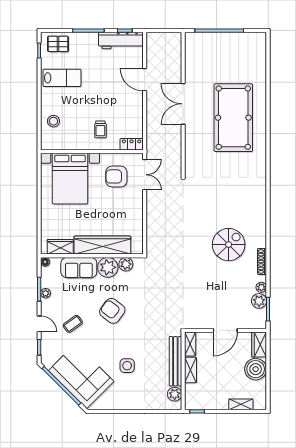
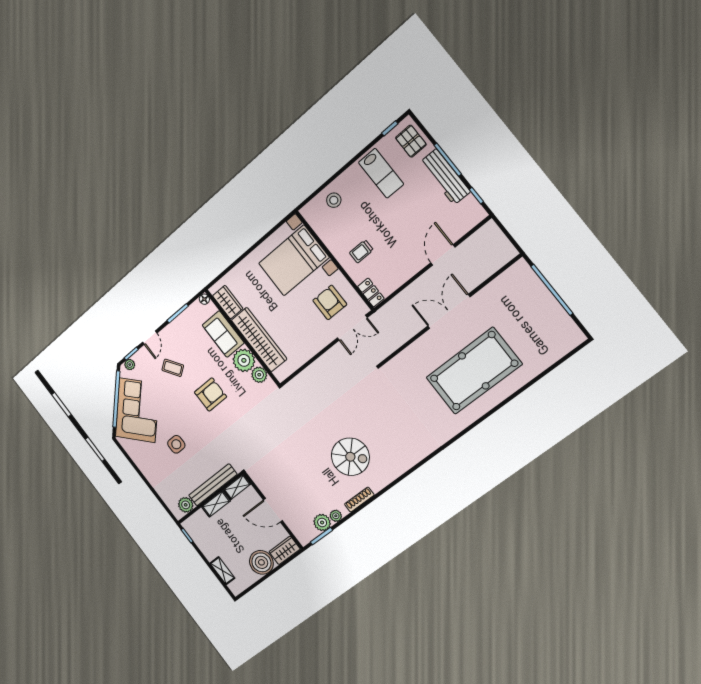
workbench: (121, 41) -> (445, 177), moved
plant: (46, 293) -> (130, 365), moved
armchair: (112, 311) -> (211, 394), turned 53

